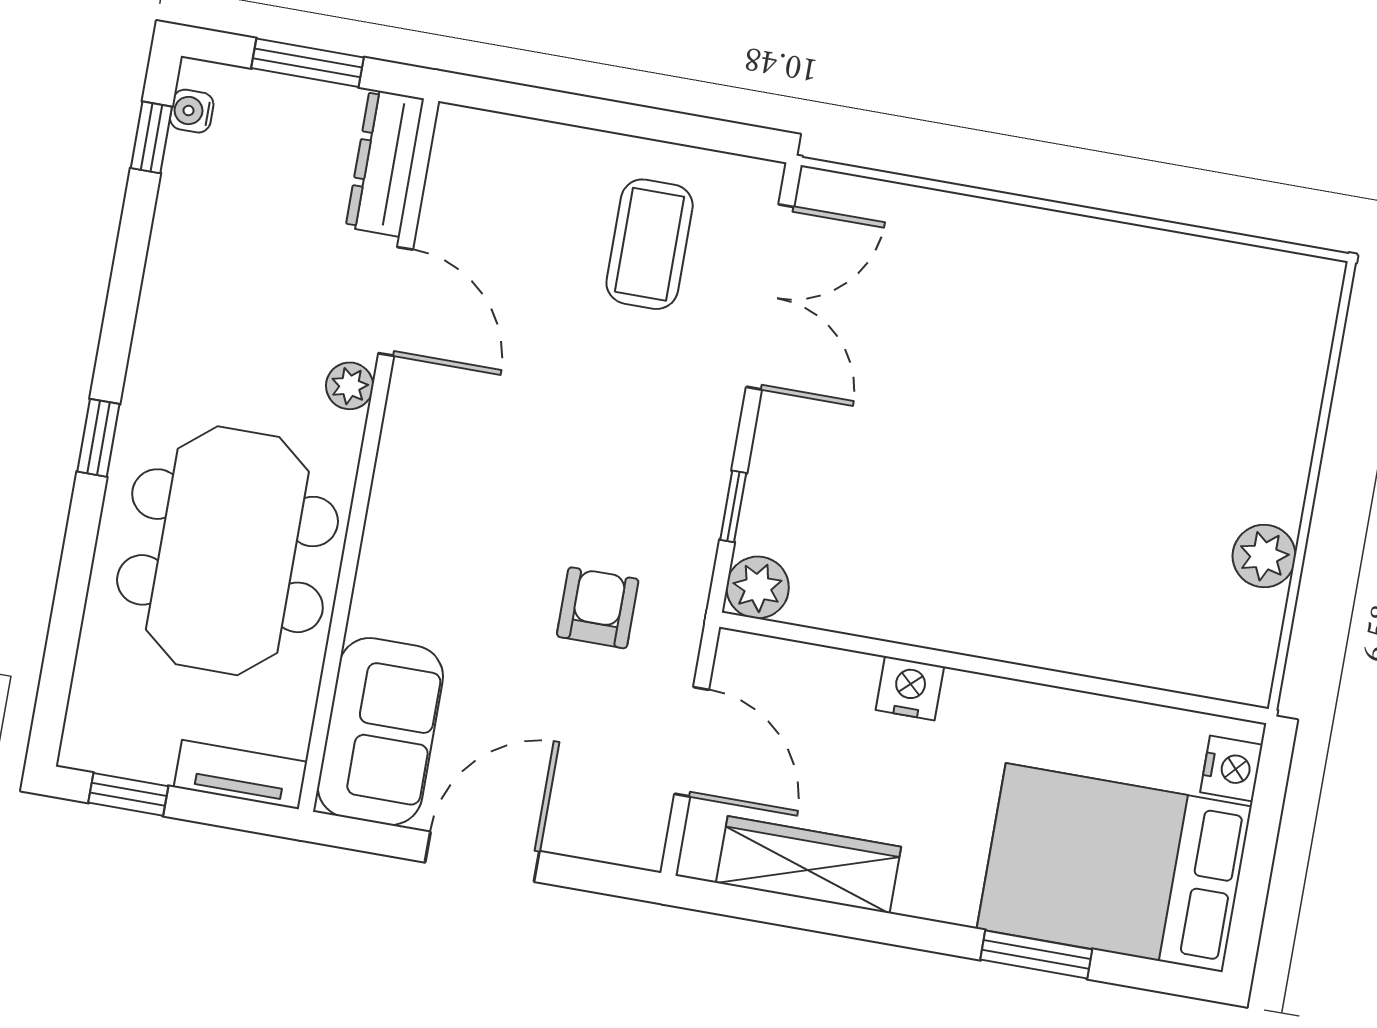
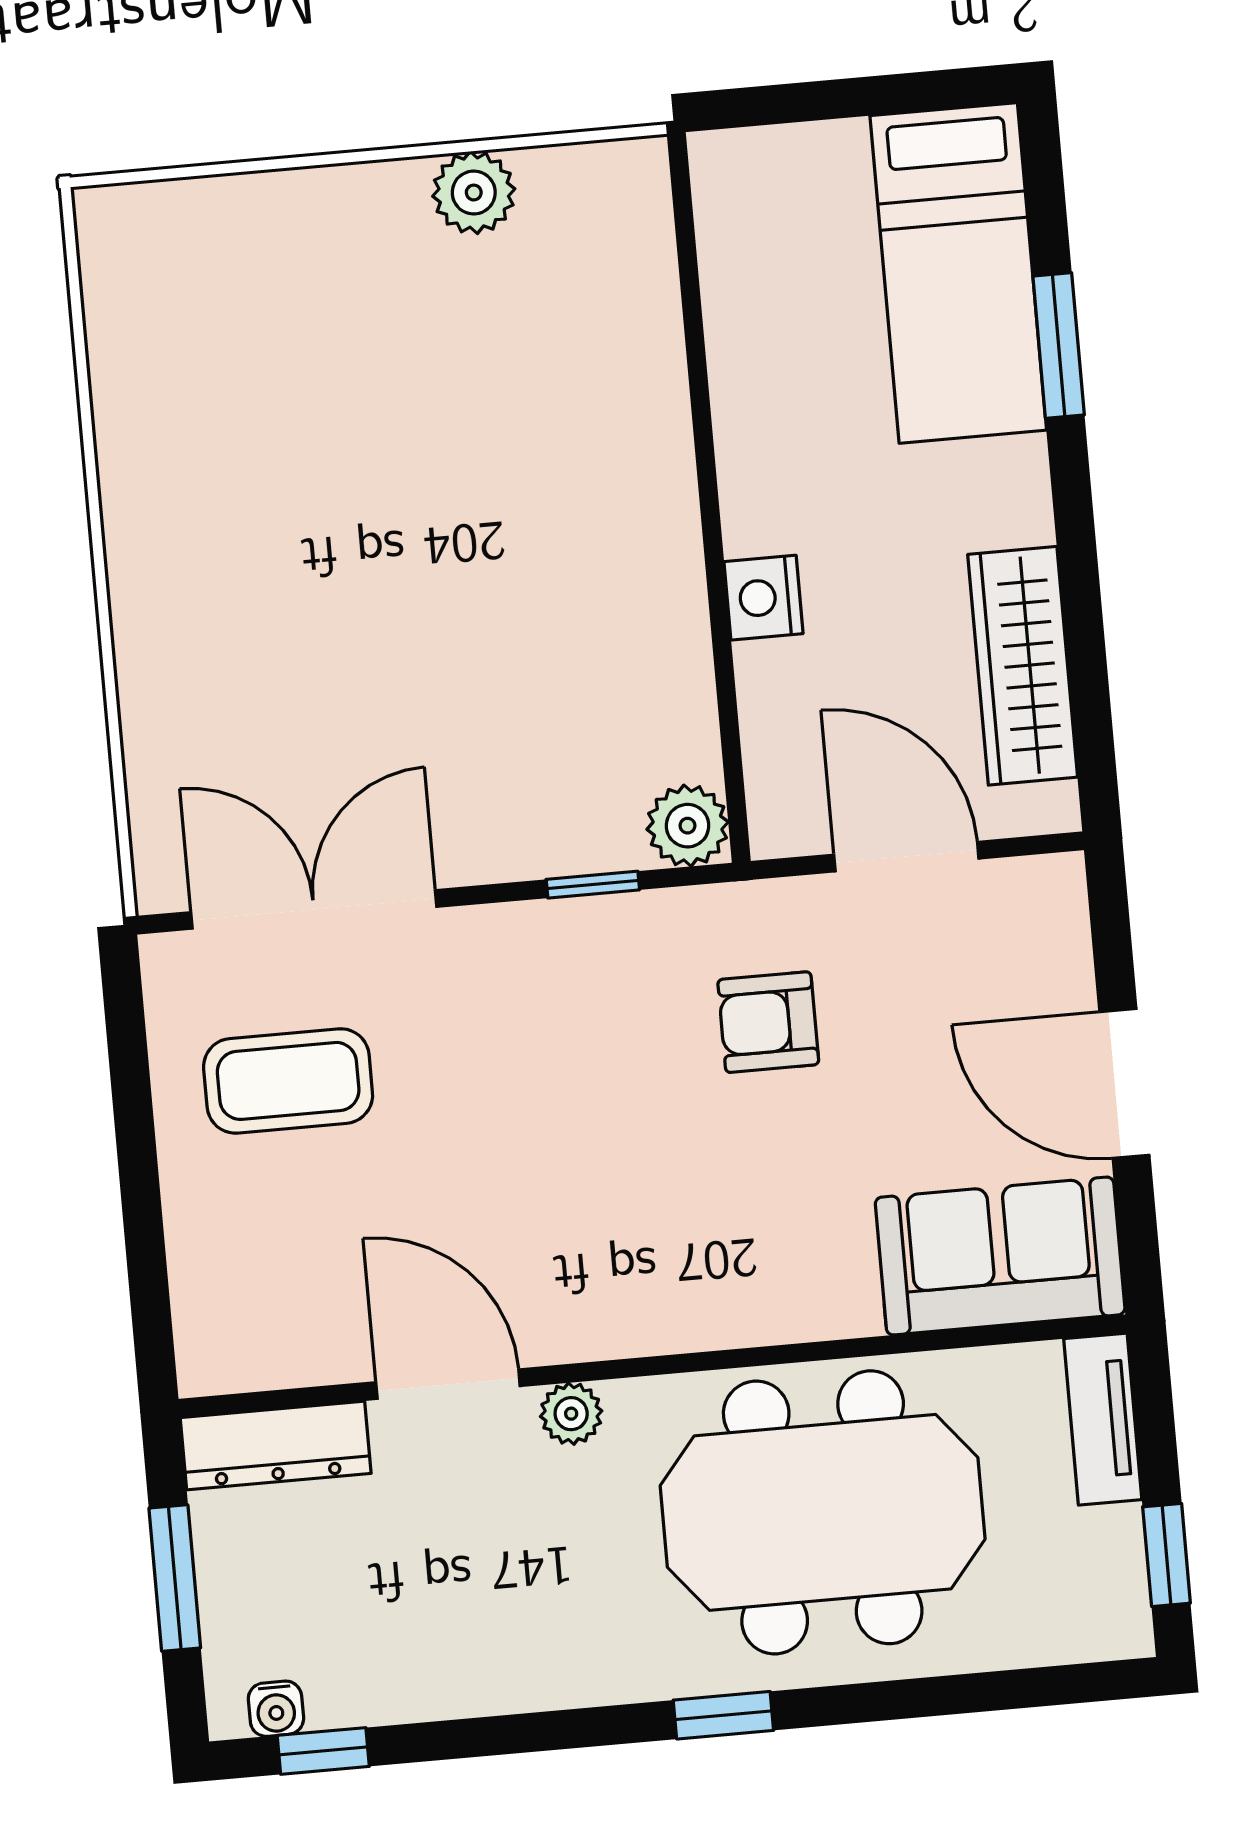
door: (396, 301) -> (448, 1384), hinge flipped
door: (692, 742) -> (906, 857), hinge flipped
nightstand: (1231, 768) -> (755, 161), removed
bed: (1114, 868) -> (958, 273), width x0.67

